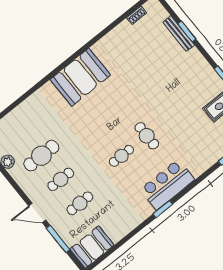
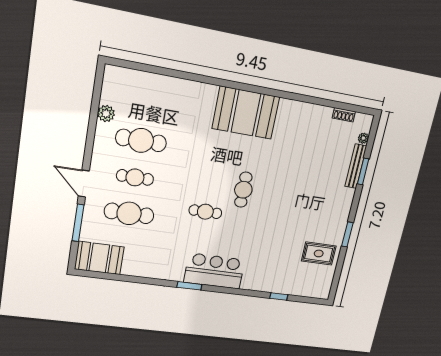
plant: (164, 14) -> (363, 138), added
cafe table: (147, 136) -> (243, 190), moved
cafe table: (80, 203) -> (129, 213), width x1.37, depth x1.35

